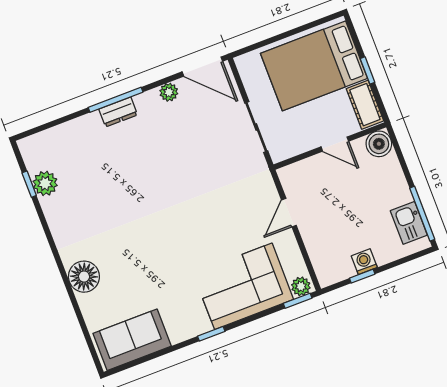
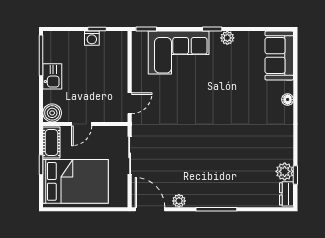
dresser: (118, 112) -> (287, 194), moved, turned -90
door: (335, 144) -> (82, 124), swing flipped
door: (289, 213) -> (130, 103), moved
kitchen sink: (409, 223) -> (52, 76), moved
floor lamp: (84, 277) -> (288, 100), width x0.53, depth x0.53
plant: (301, 286) -> (227, 38), moved
sofa: (132, 340) -> (279, 56), moved, turned 90

